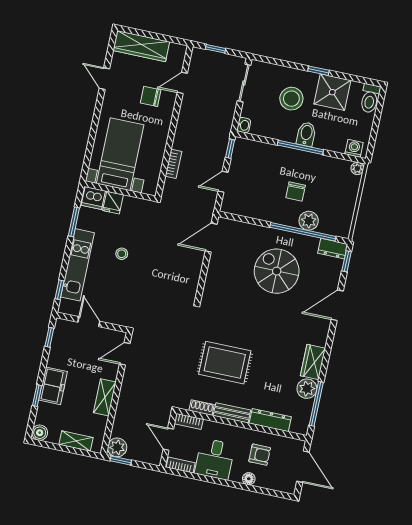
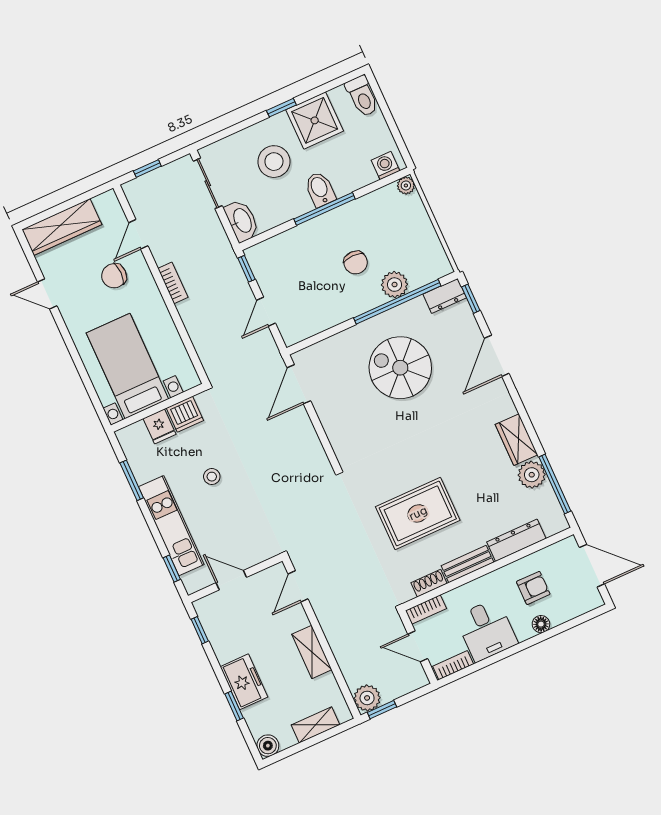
washbasin: (244, 125) -> (242, 221), width x1.91, depth x1.45
bookcase: (173, 164) -> (173, 283), moved
dishwasher: (93, 198) -> (185, 414), moved

